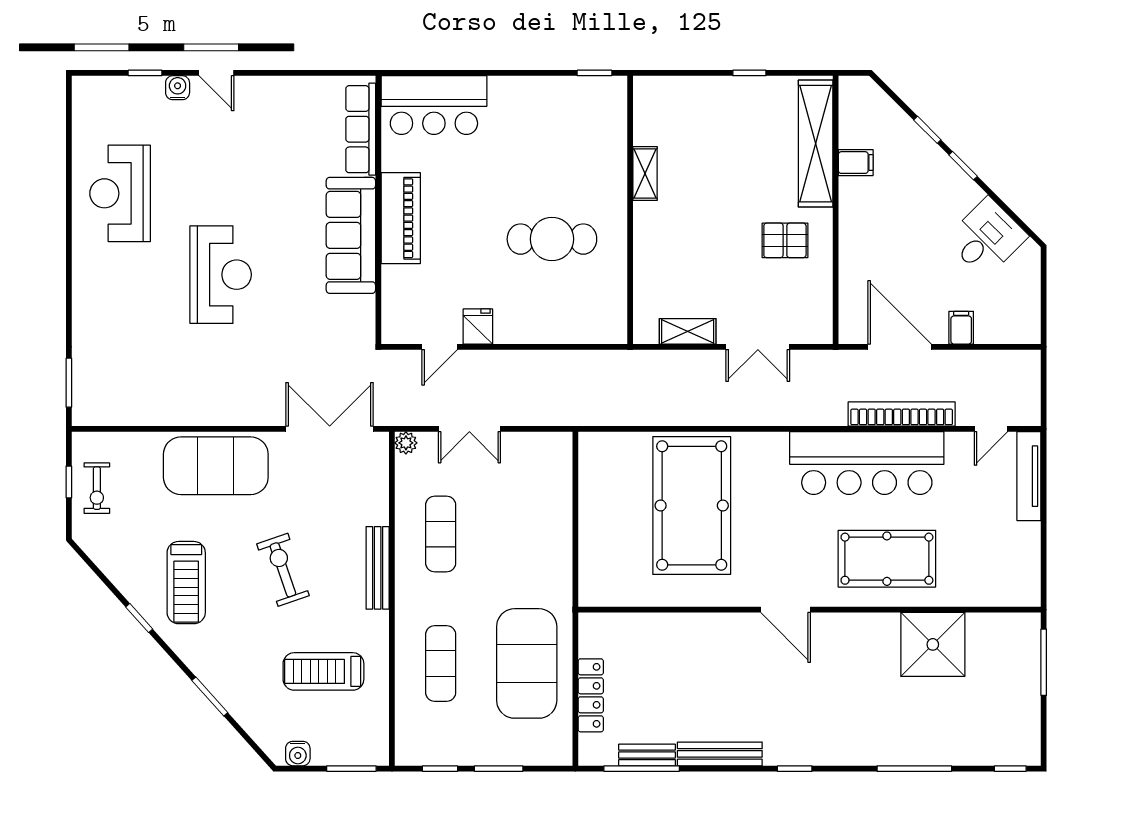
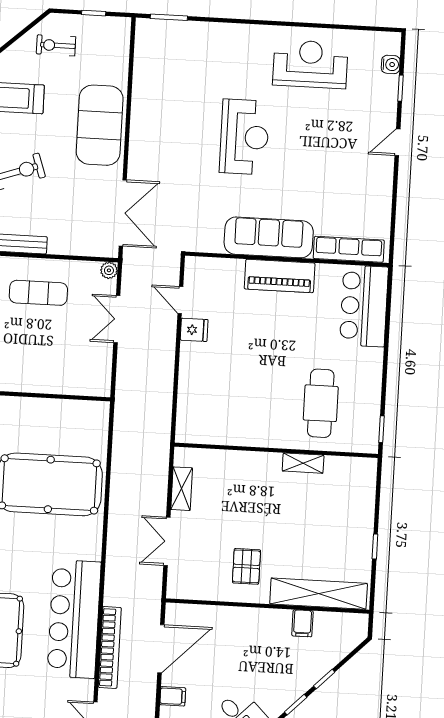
water cooler: (178, 88) -> (391, 64), moved
cafe table: (552, 239) -> (321, 403), moved
reception desk: (221, 275) -> (244, 137), turned -90
exercise bike: (97, 488) -> (56, 45), moved

